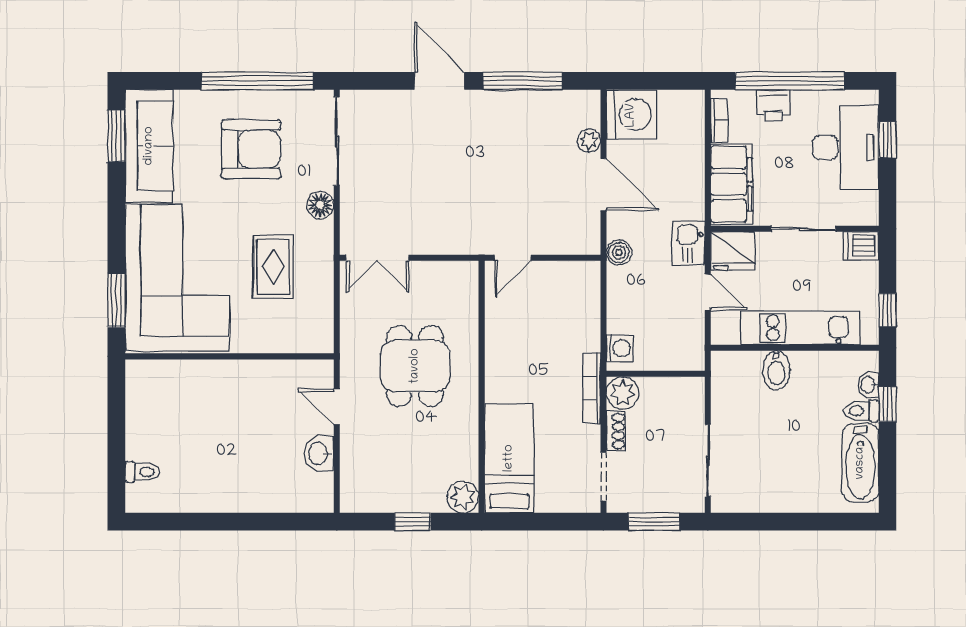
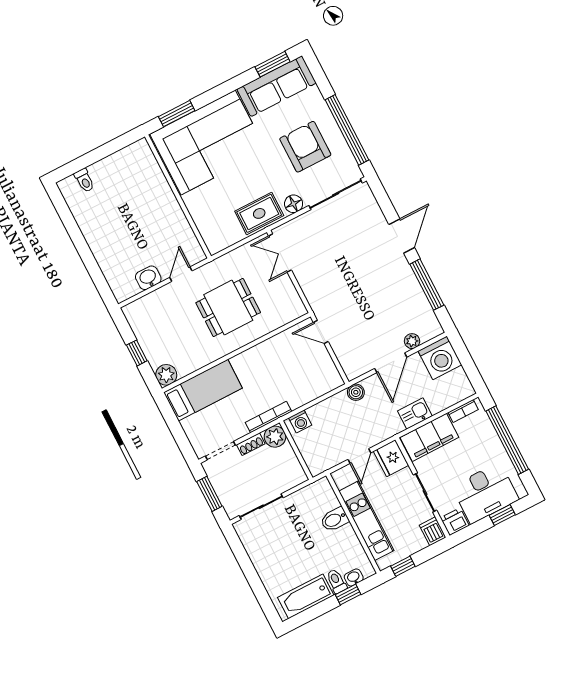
printer: (773, 105) -> (455, 522), moved, turned 90
armchair: (251, 149) -> (305, 147), turned 180
kitchen sink: (689, 243) -> (415, 414), moved
rug: (273, 267) -> (259, 213), moved

